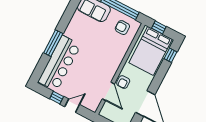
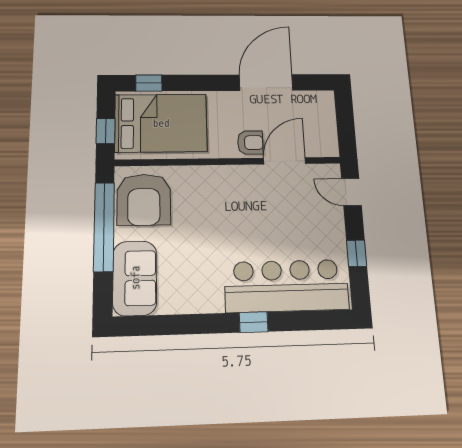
armchair: (122, 28) -> (144, 200), width x1.88, depth x1.88
window: (53, 43) -> (254, 322), width x0.46
door: (72, 106) -> (351, 192), moved

